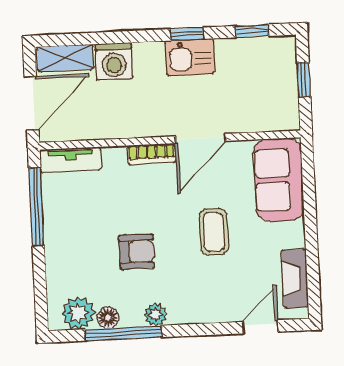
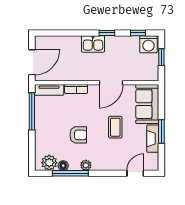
kitchen sink: (190, 57) -> (93, 44), moved
shelving: (65, 58) -> (49, 42), removed
washing machine: (114, 61) -> (148, 44), moved
bookcase: (152, 154) -> (76, 89), moved
window: (311, 236) -> (161, 131), added
fireplace: (295, 278) -> (153, 139), moved

